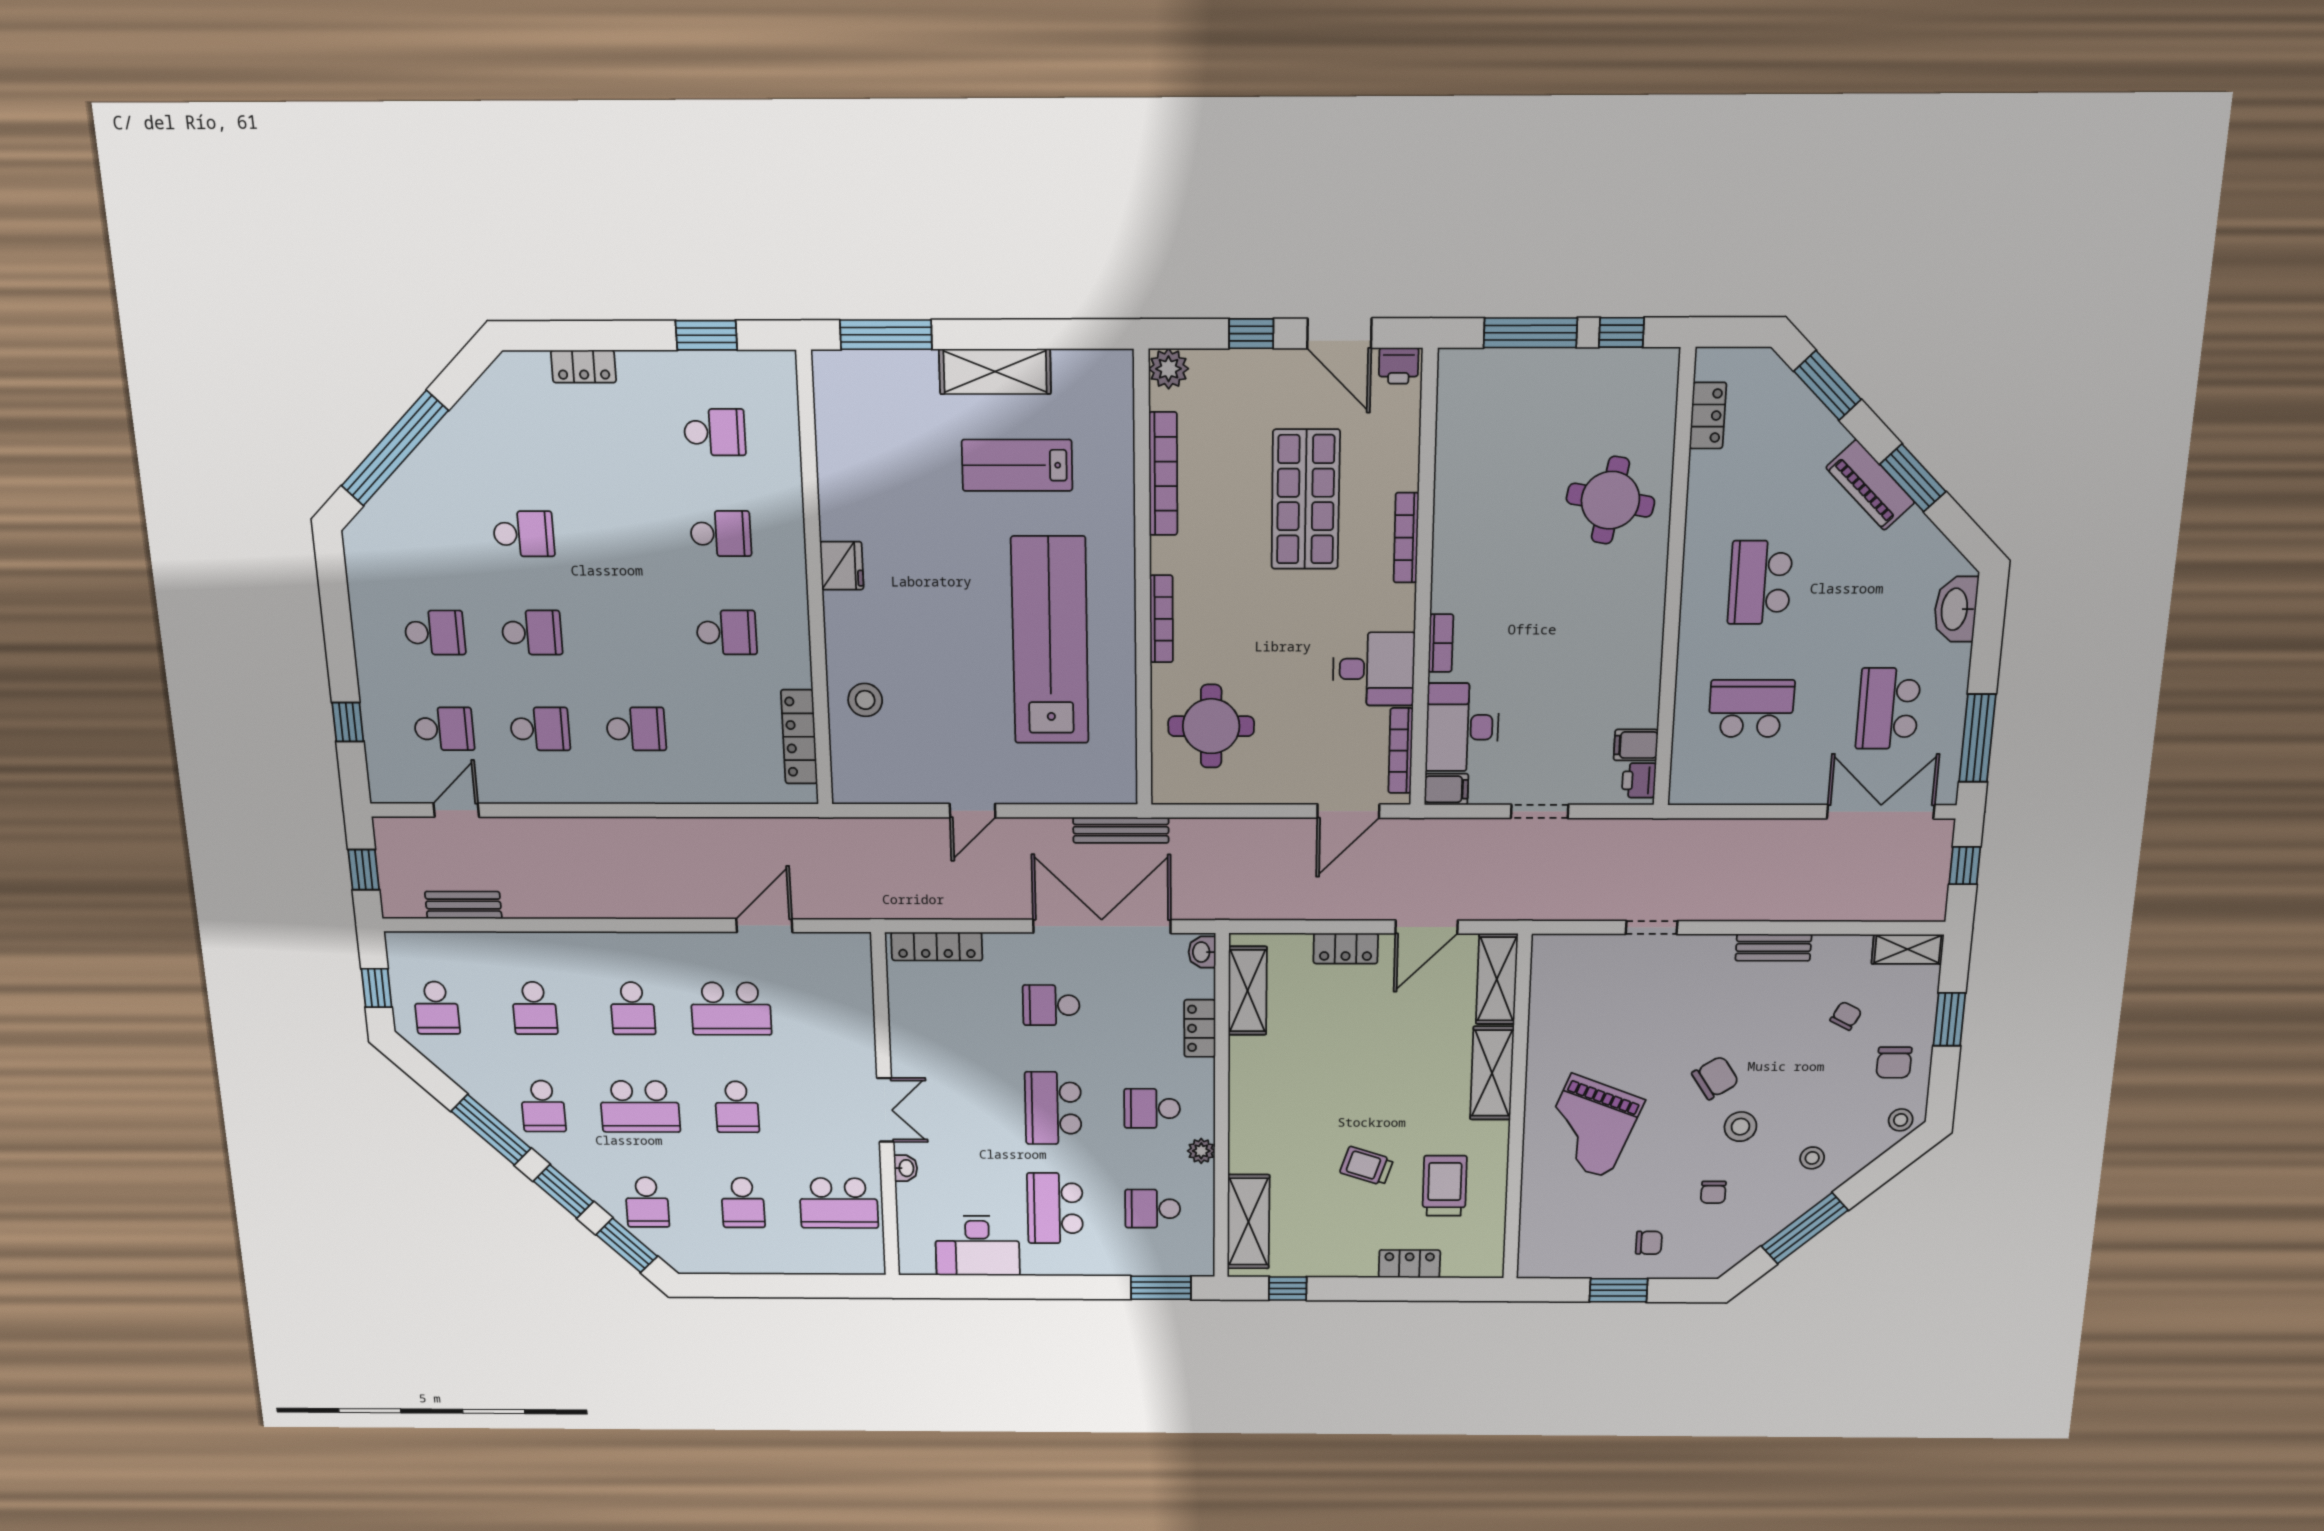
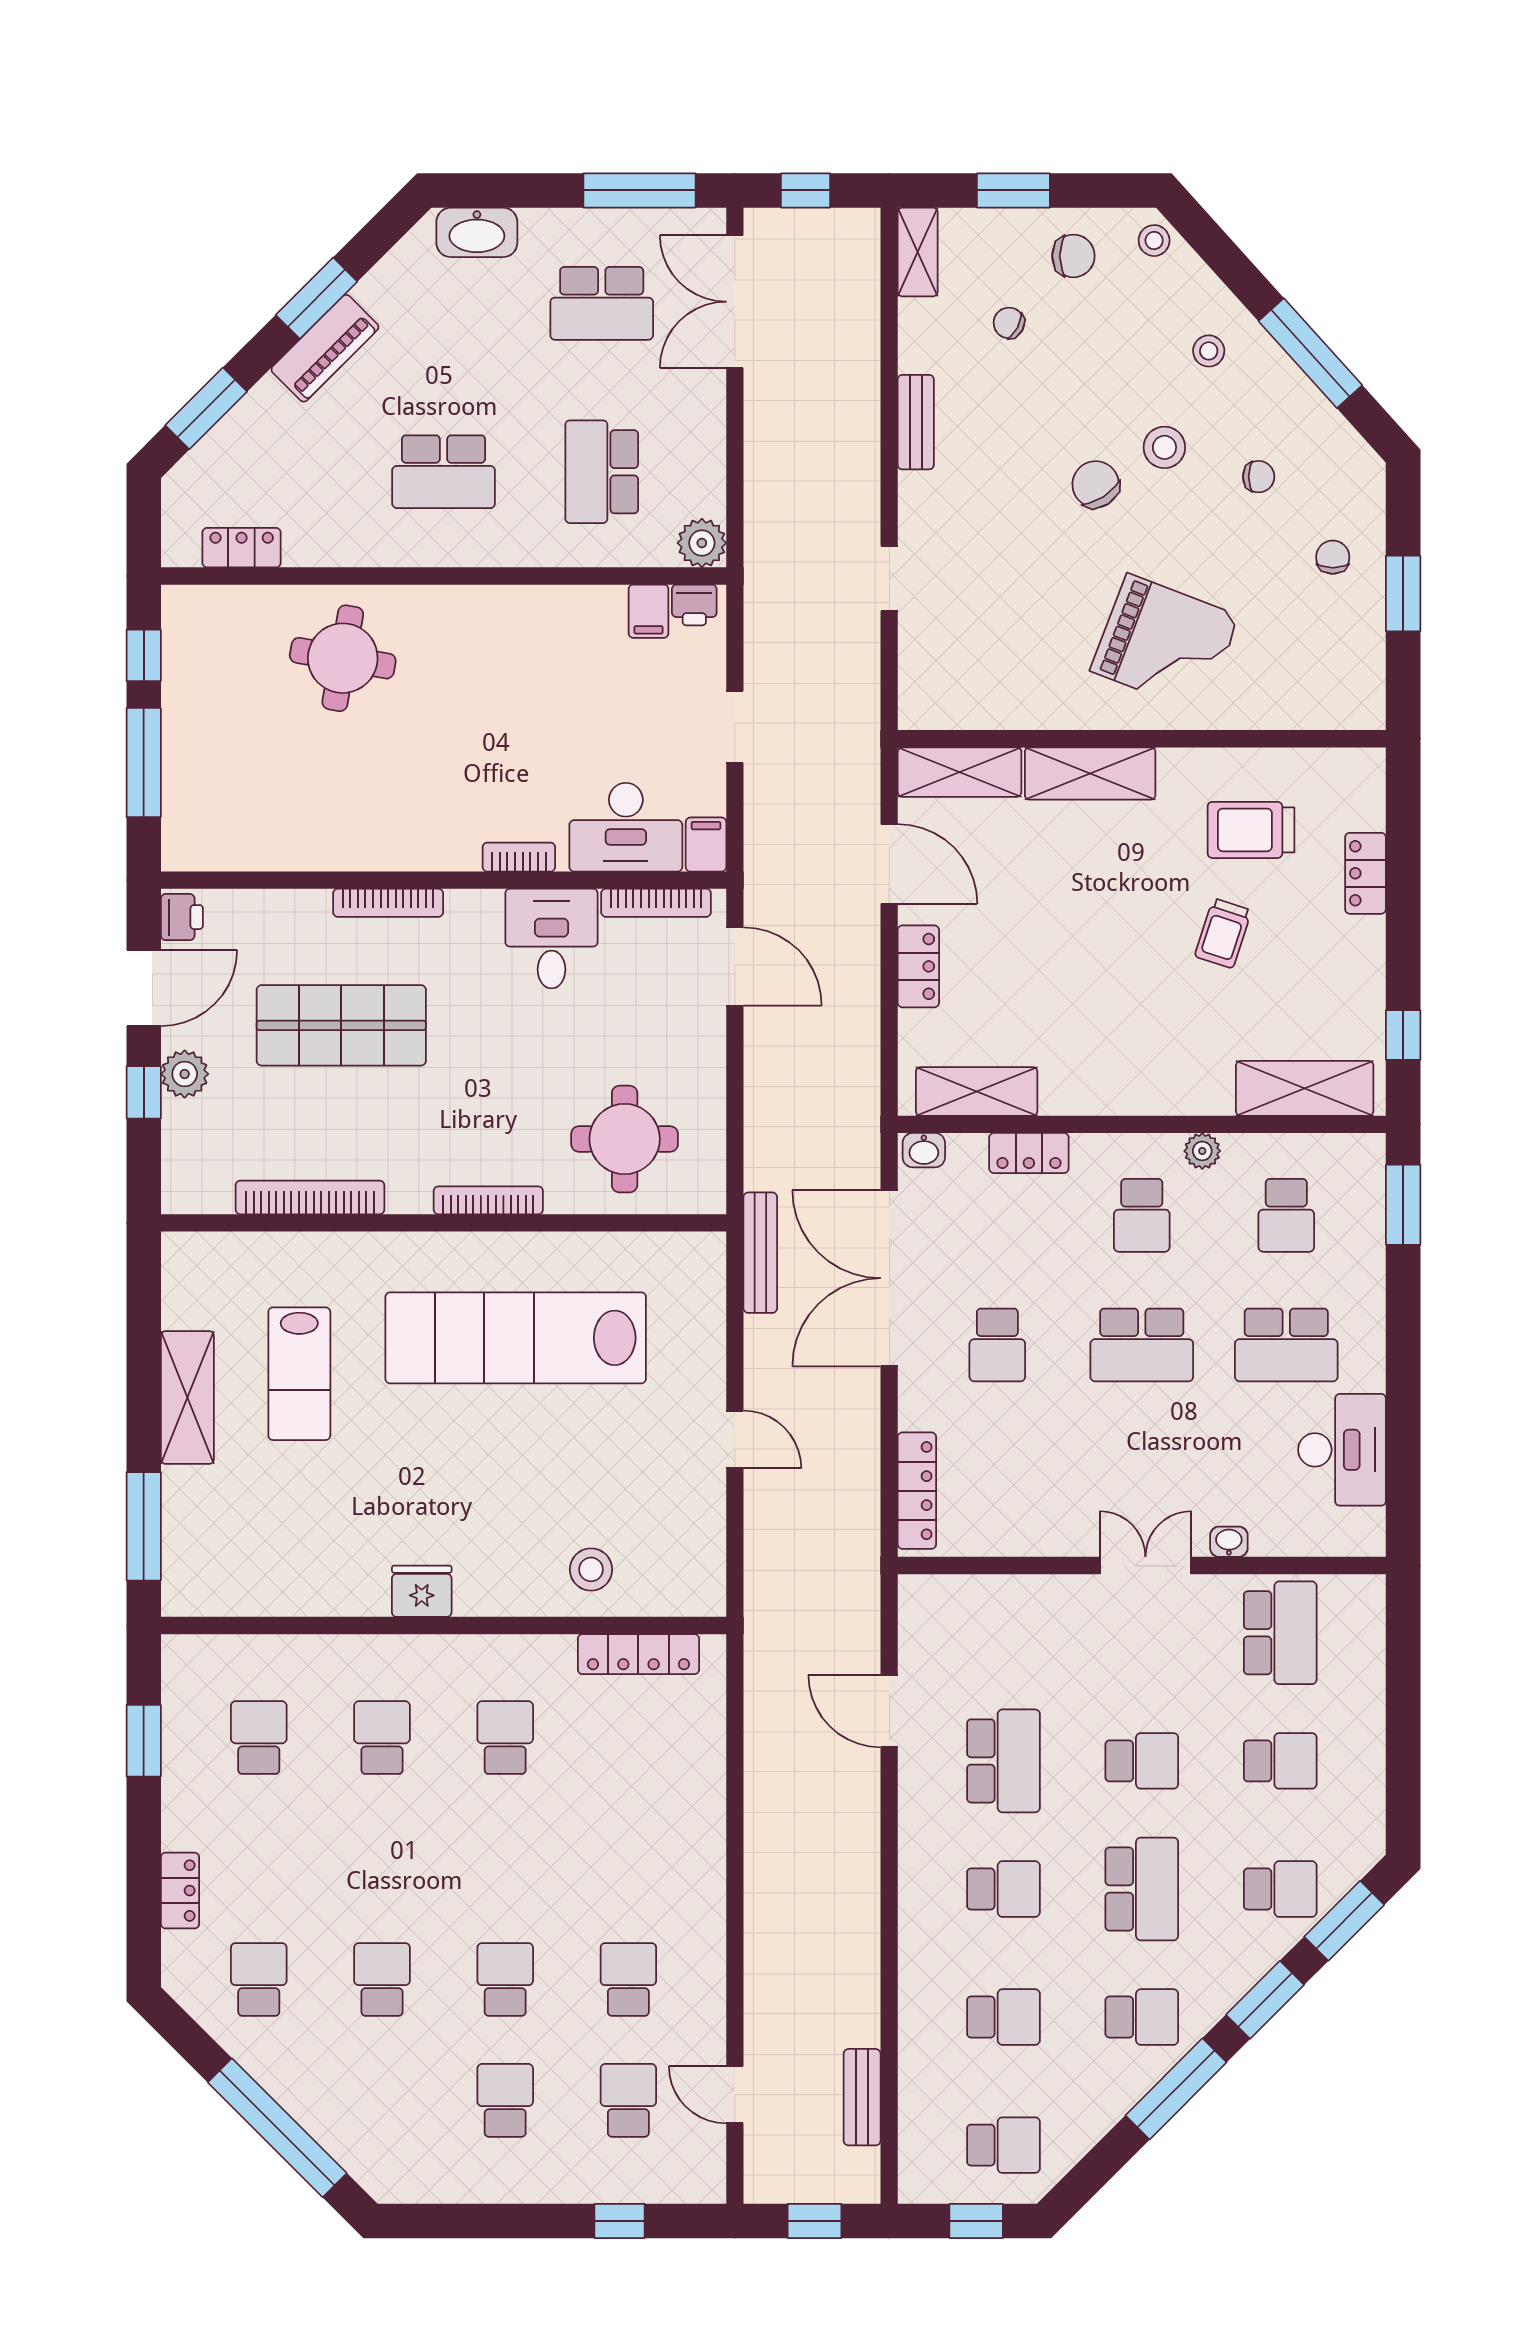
plant: (1169, 369) -> (185, 1074), moved
school desk: (636, 729) -> (259, 1979), moved
plant: (1688, 786) -> (702, 543), added

